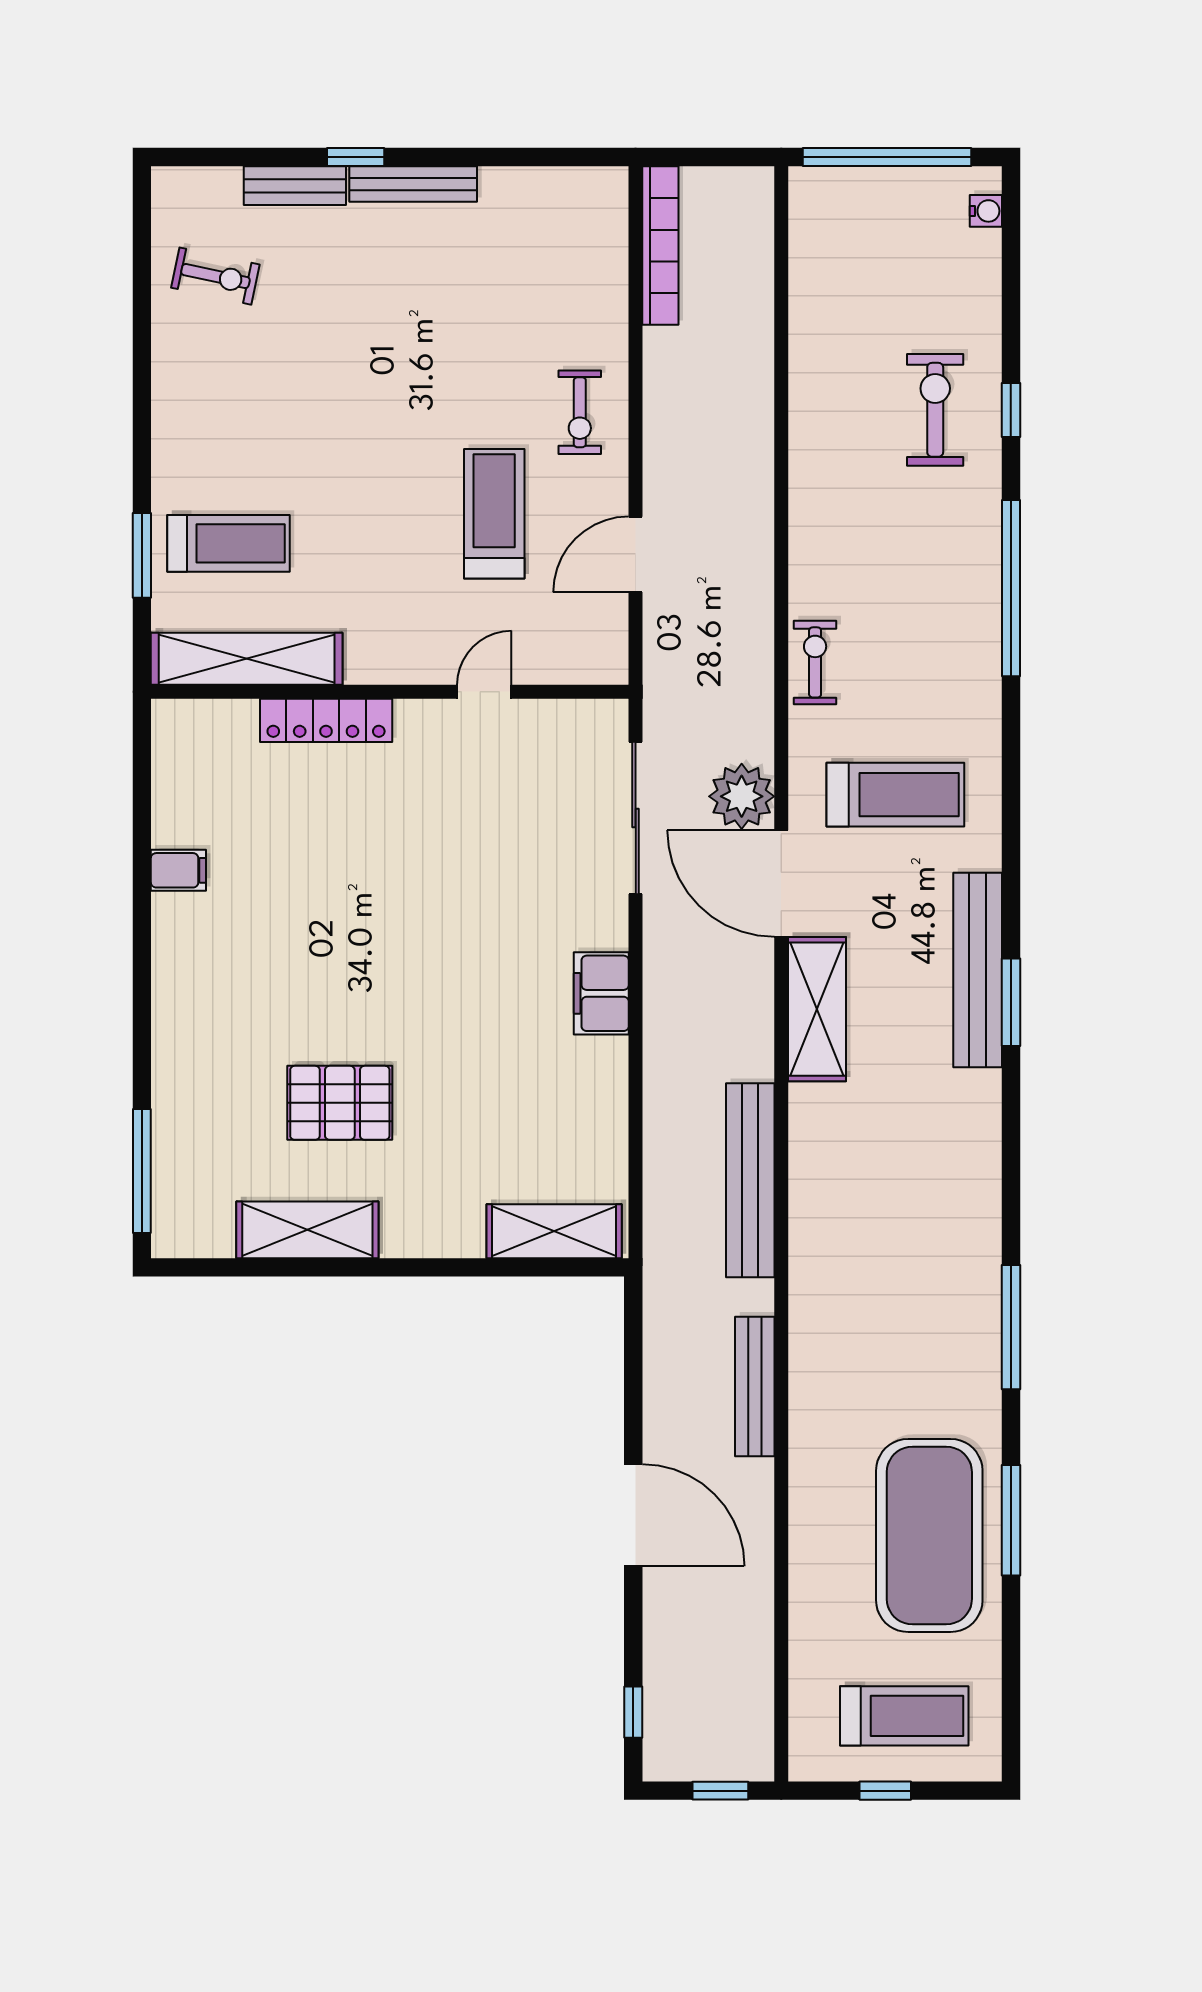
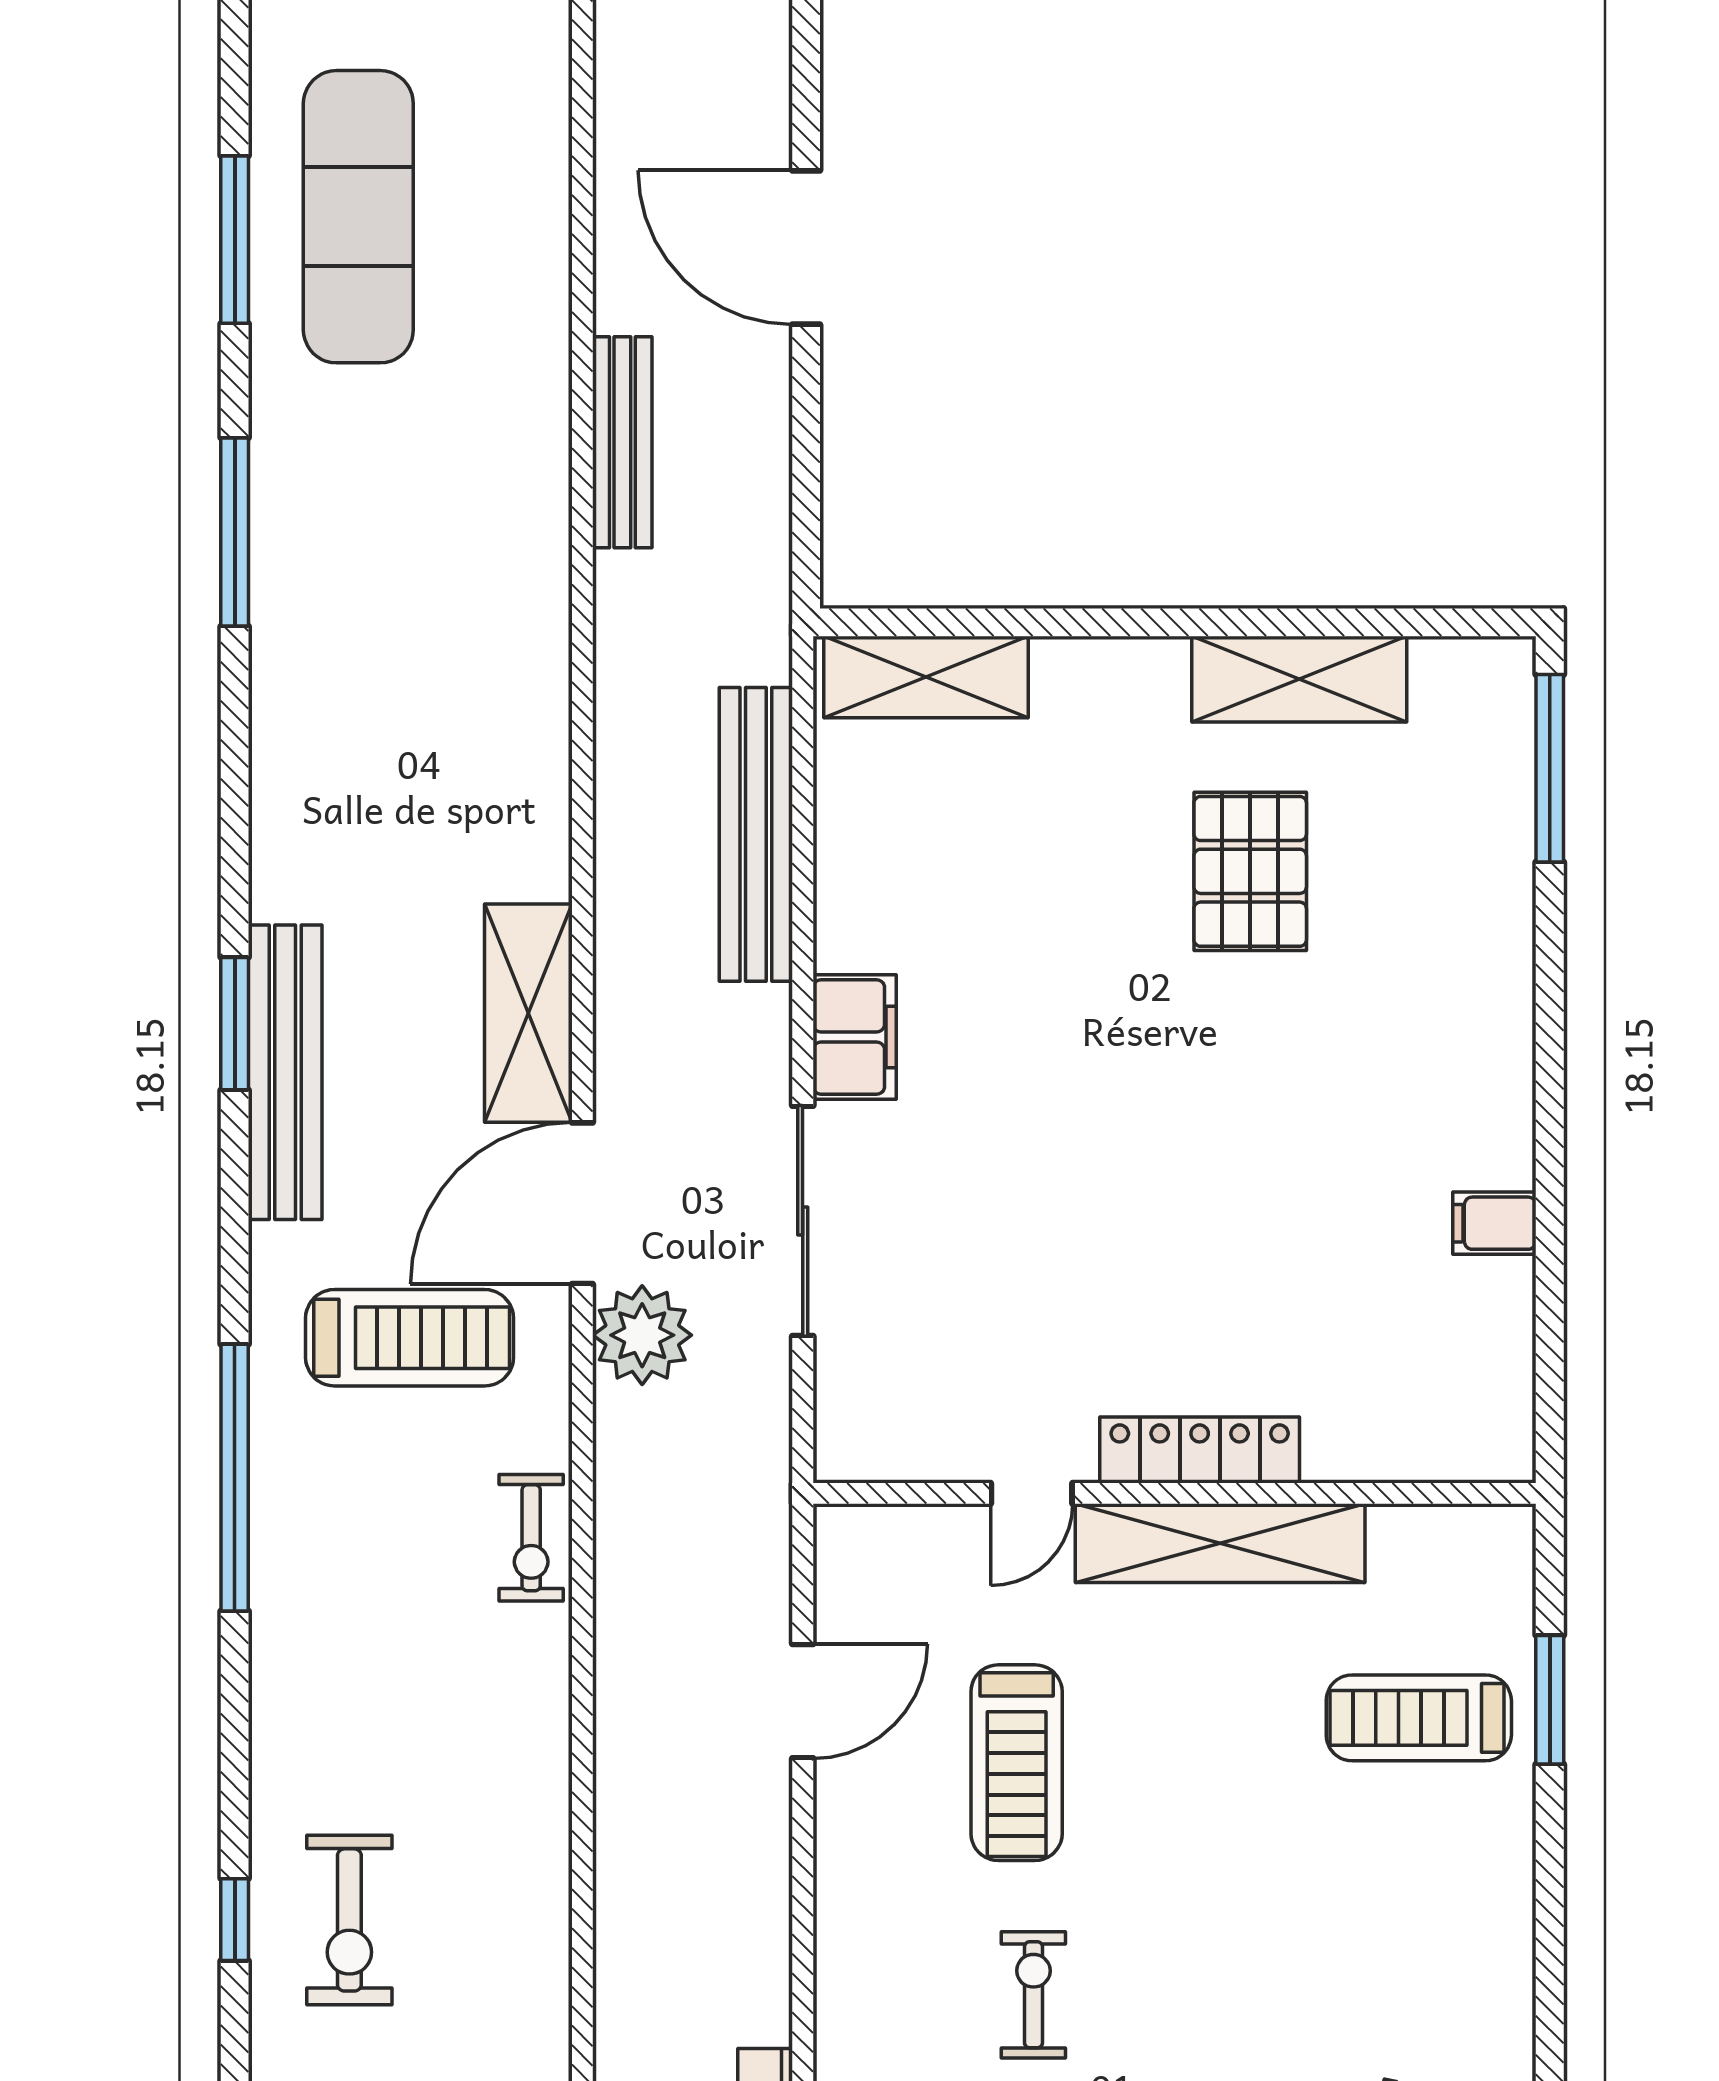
exercise bike: (580, 412) -> (1033, 1995), moved
window: (1011, 588) -> (235, 1478), moved
shelving: (247, 659) -> (1220, 1543), moved
locker: (326, 720) -> (1200, 1450), moved
treadmill: (895, 795) -> (410, 1338), turned 180
sliding door: (636, 818) -> (803, 1221), moved
door: (781, 884) -> (582, 1203), swing flipped
pallet: (340, 1103) -> (1250, 871), turned 90
bench: (750, 1180) -> (756, 834), moved
exercise mat: (929, 1535) -> (358, 217), width x0.68

